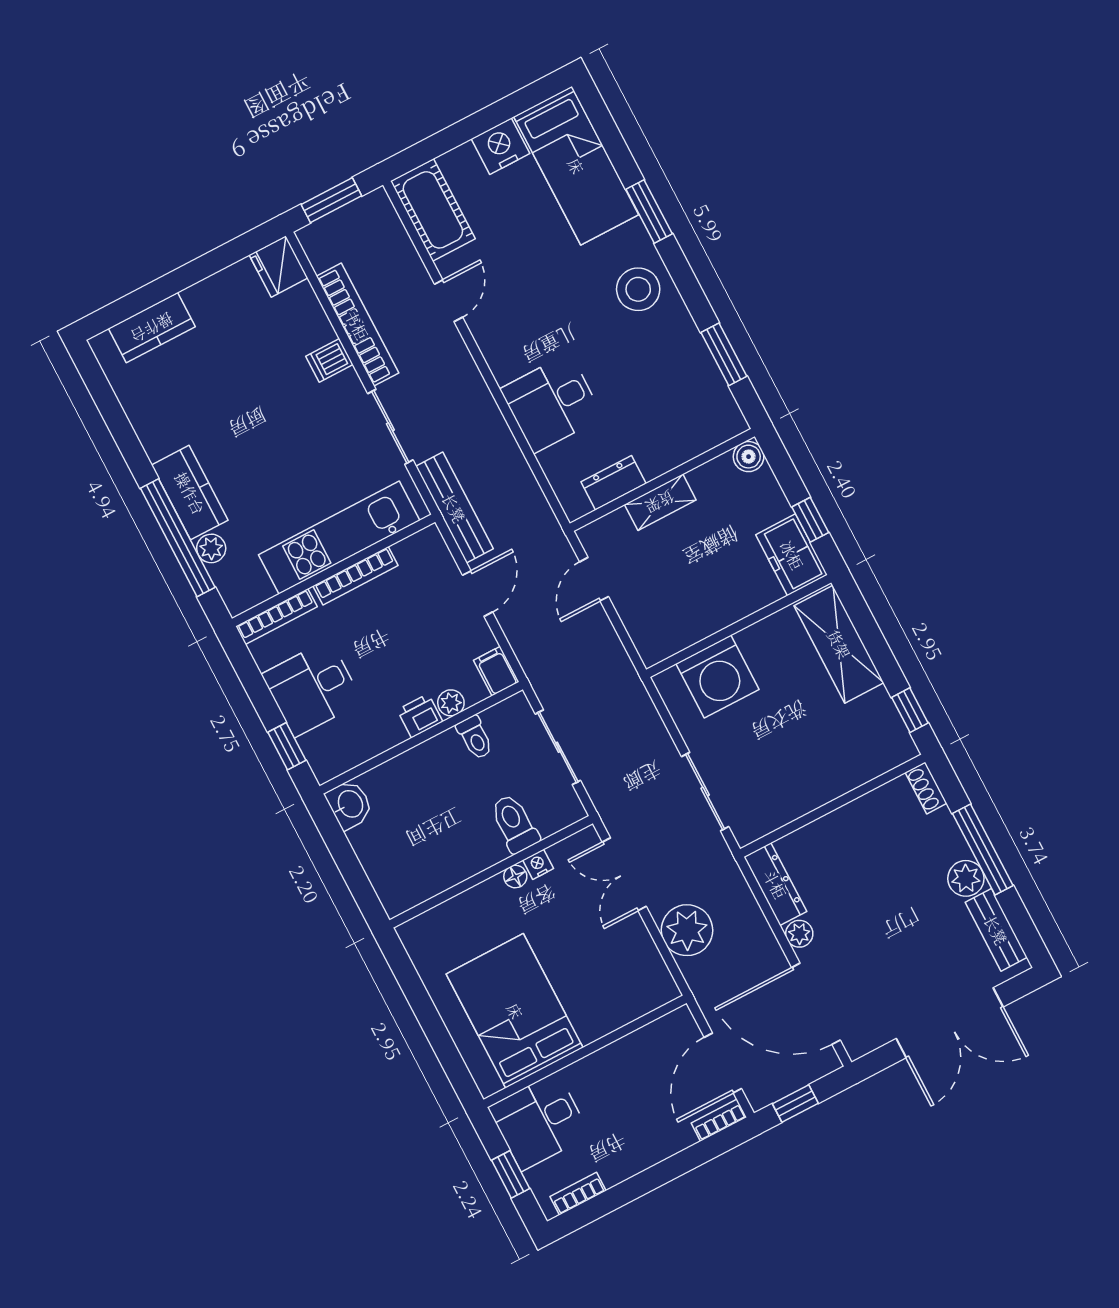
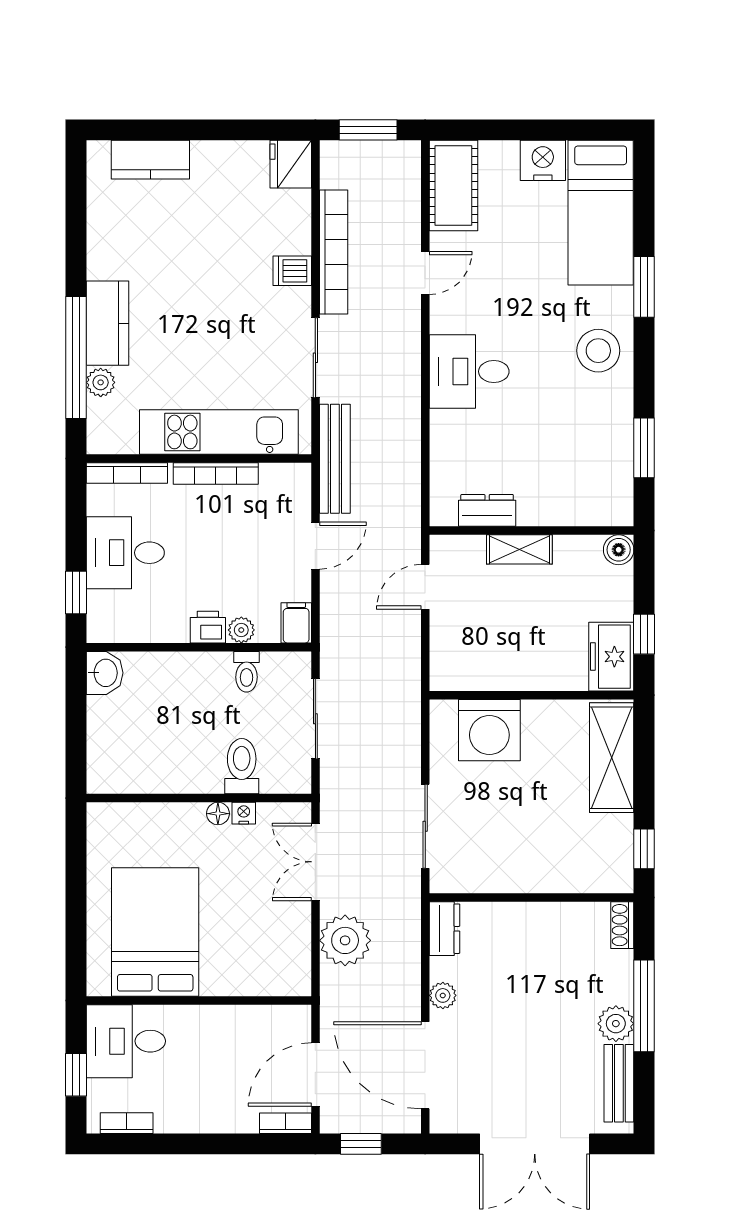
desk: (552, 403) -> (469, 371), moved
dresser: (775, 884) -> (444, 929), width x0.70

